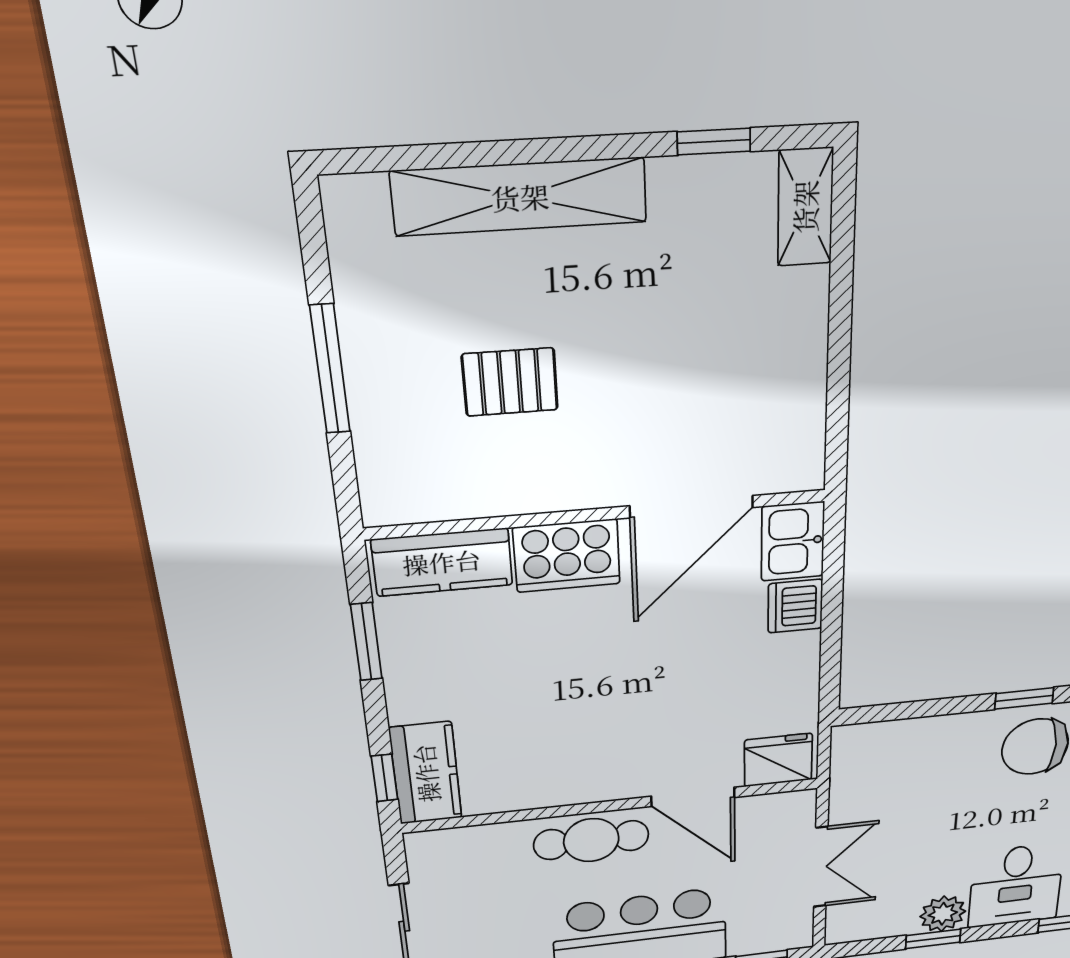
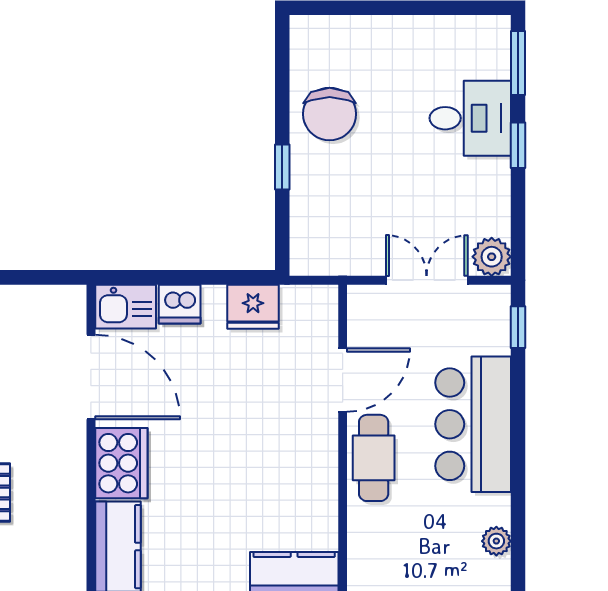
window: (1024, 698) -> (282, 167), moved
fridge: (778, 760) -> (253, 307), moved, turned -90
plant: (943, 914) -> (492, 257), moved
window: (933, 939) -> (518, 145), moved

